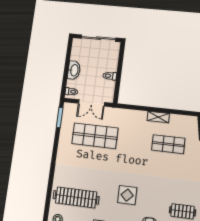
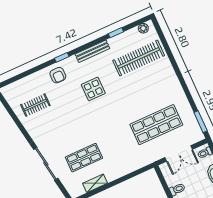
double door: (92, 103) -> (179, 153), swing flipped
shelving: (158, 117) -> (95, 183), moved

